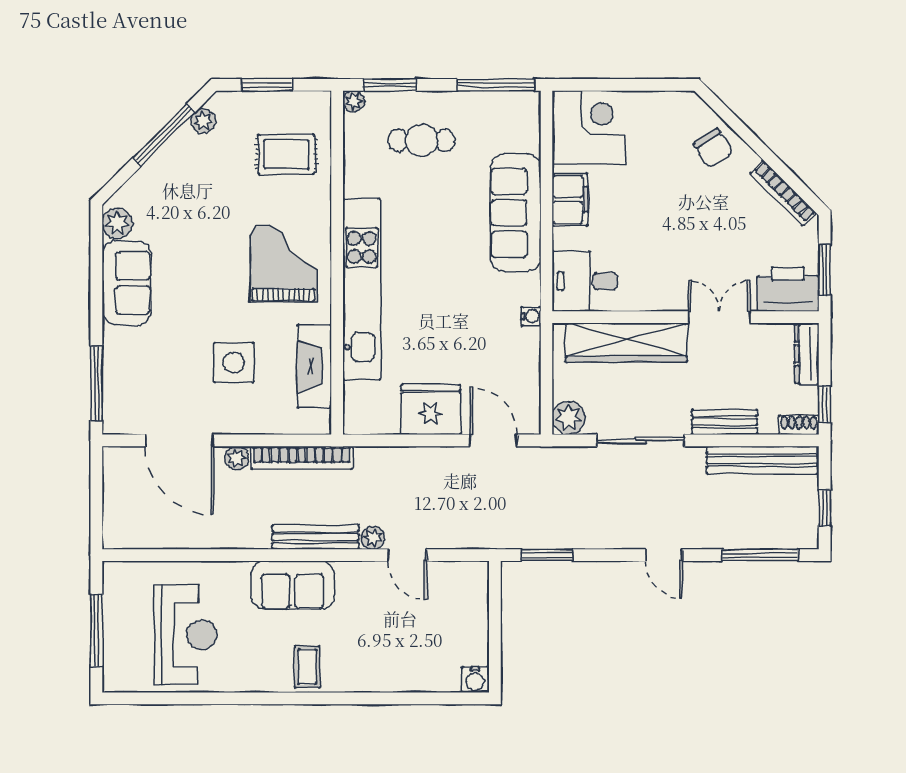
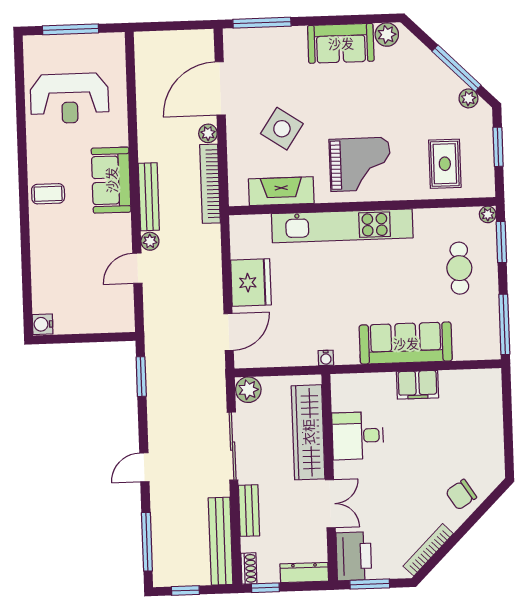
corner desk: (589, 127) -> (474, 397), removed
desk: (585, 281) -> (358, 436), moved, turned -90
side table: (234, 363) -> (282, 129), turned 34

